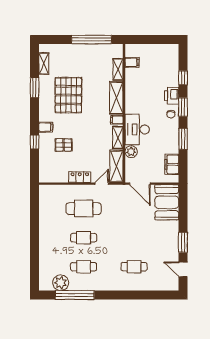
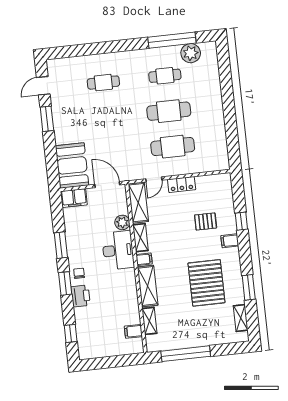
window: (183, 78) -> (71, 333), moved
filing cabinet: (172, 164) -> (74, 198), moved, turned 90
cafe table: (84, 238) -> (169, 111), width x1.37, depth x1.35
door: (183, 269) -> (43, 86), swing flipped

